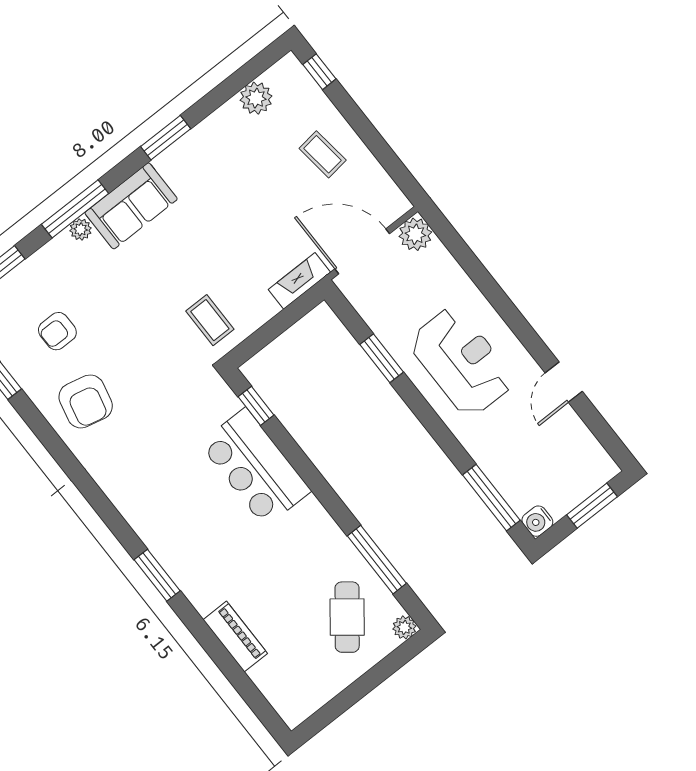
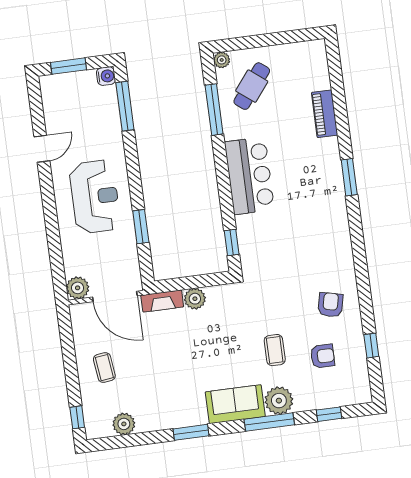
plant: (81, 229) -> (279, 401), width x1.88, depth x1.88
plant: (260, 308) -> (195, 299), added
coffee table: (210, 320) -> (275, 350), moved
reception desk: (461, 362) -> (95, 197), turned 180
armchair: (86, 401) -> (330, 305), width x0.72, depth x0.72
bar counter: (255, 467) -> (249, 176), moved

